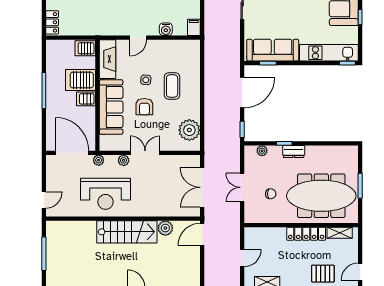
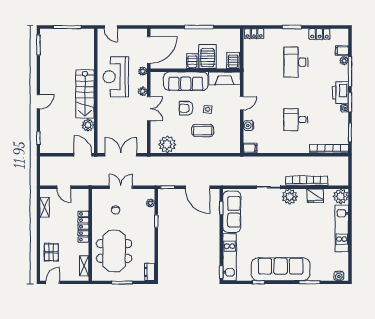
door: (138, 38) -> (242, 103), swing flipped
dresser: (294, 152) -> (150, 272), moved
meeting table: (321, 196) -> (114, 251), width x0.73
locker: (306, 234) -> (83, 227), moved
door: (360, 272) -> (53, 282), hinge flipped

